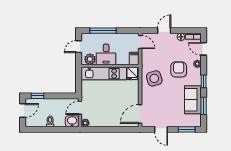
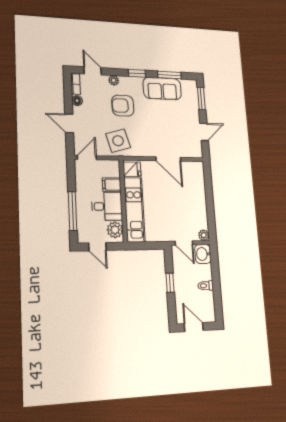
door: (204, 49) -> (93, 71), swing flipped
filing cabinet: (134, 58) -> (112, 185), moved
side table: (154, 78) -> (118, 141), moved
window: (38, 96) -> (170, 283), moved
door: (140, 114) -> (168, 159), moved

